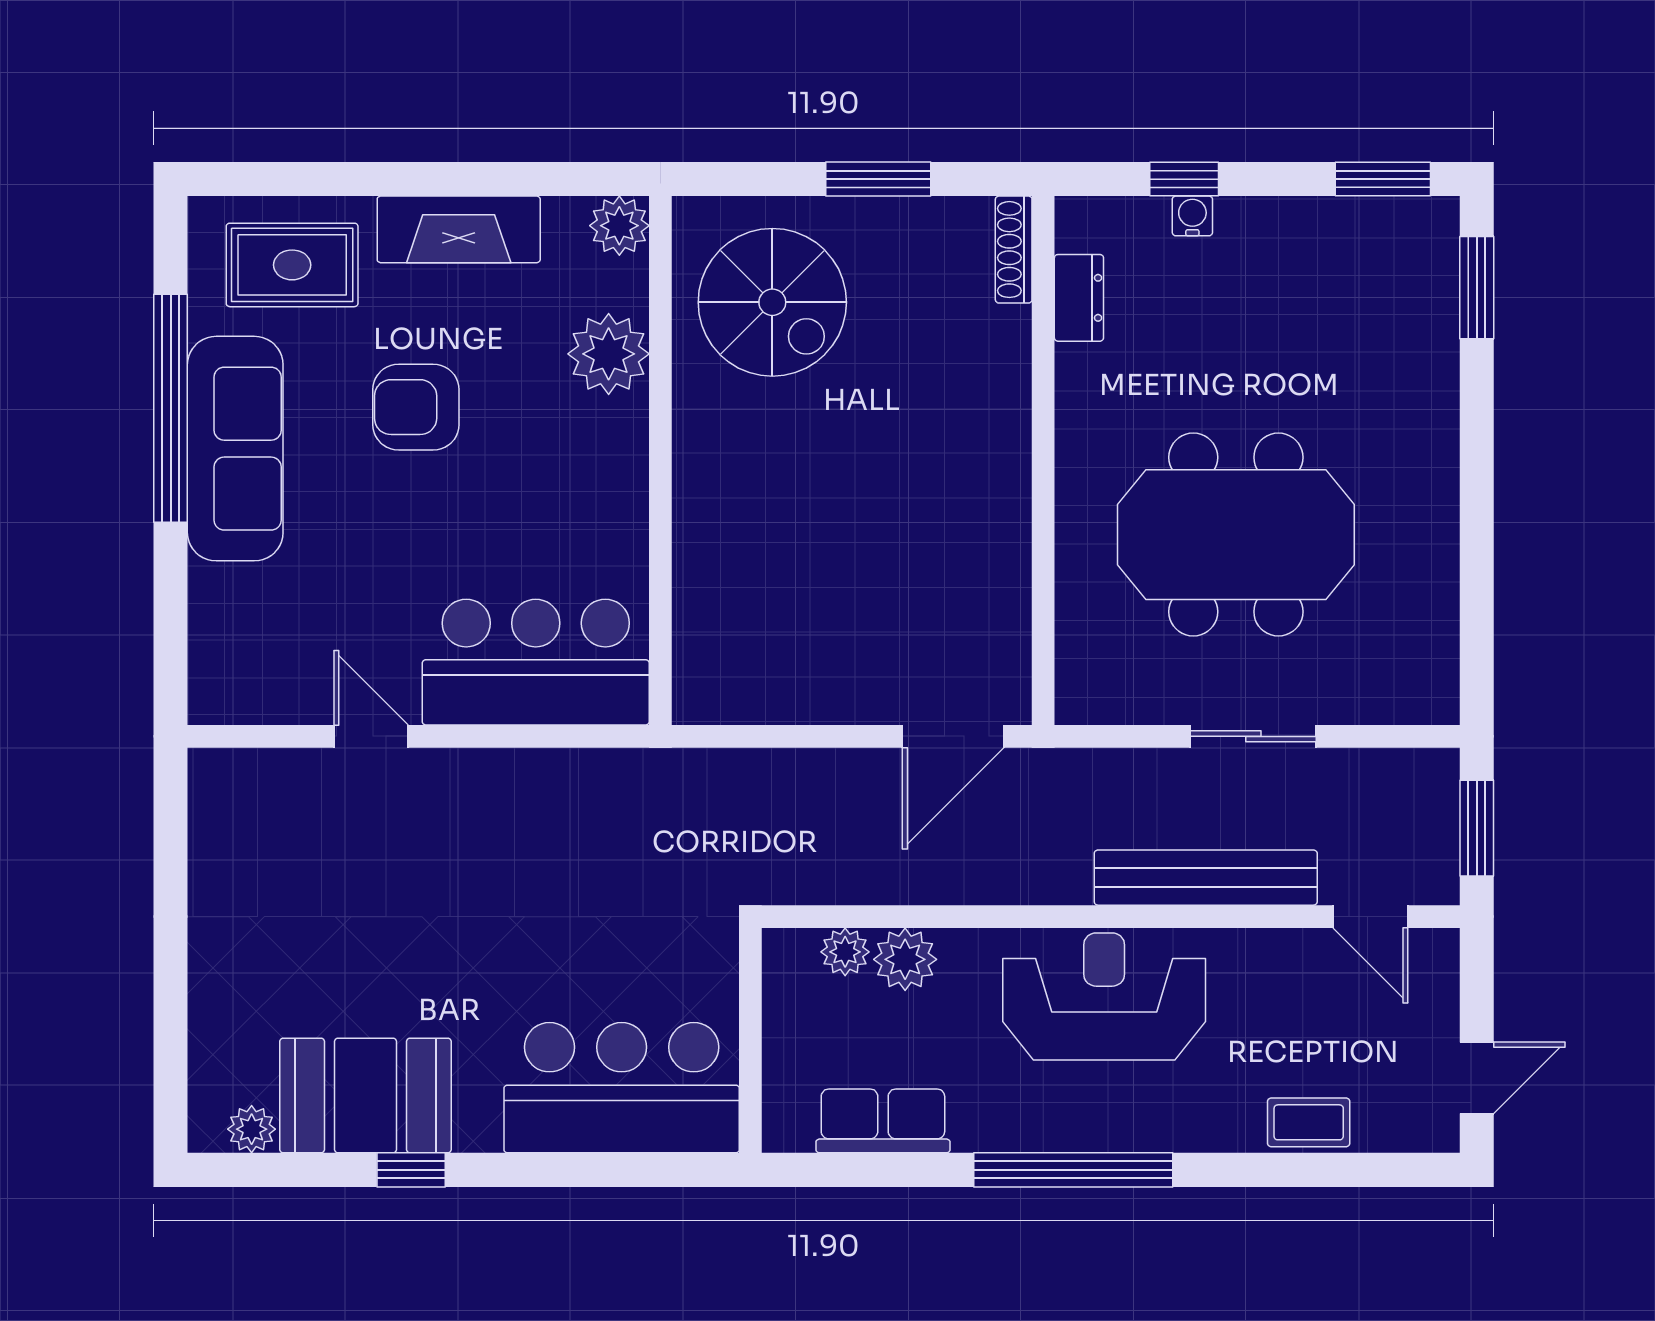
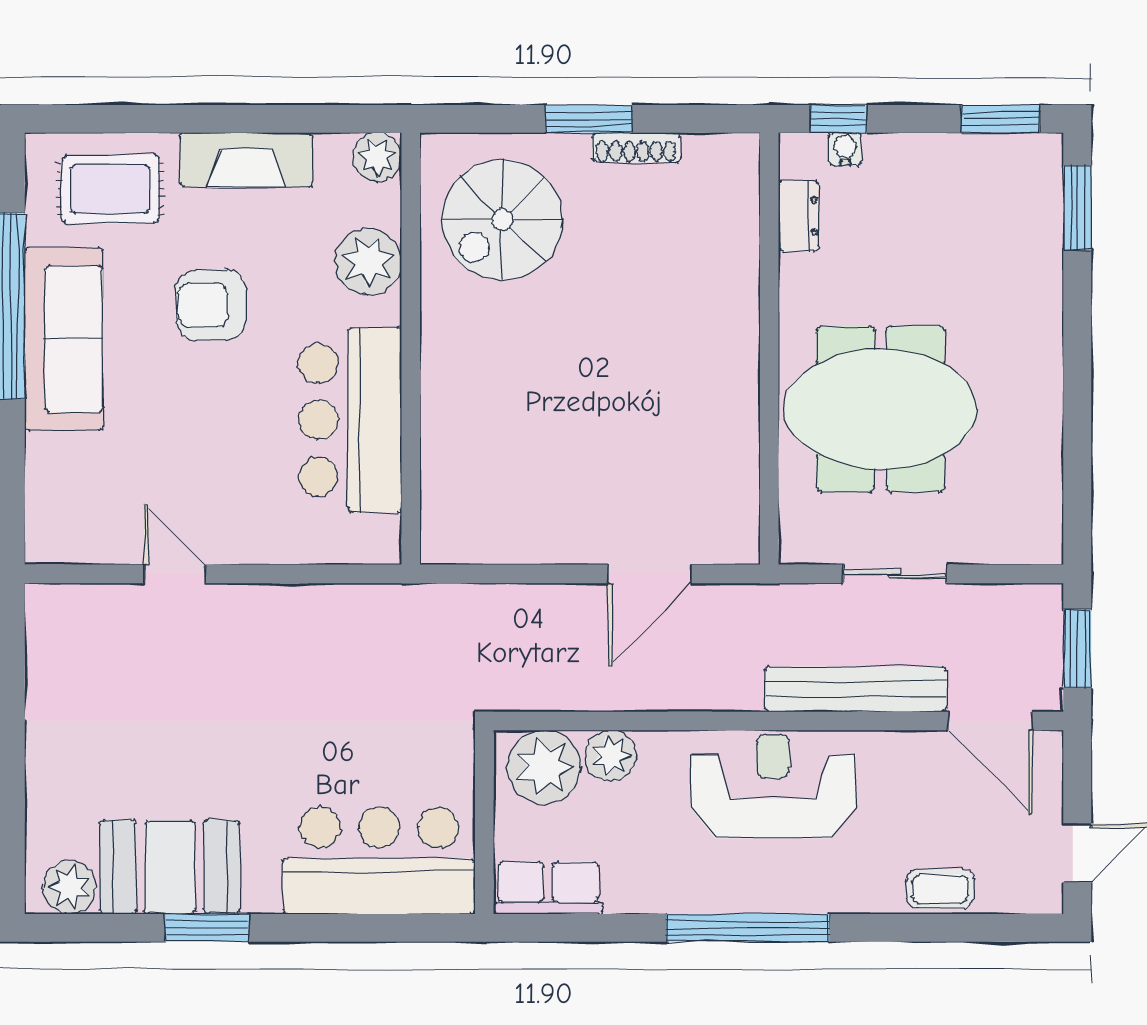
shoe rack: (1014, 250) -> (636, 147), moved, turned -90
dresser: (1079, 298) -> (798, 216), moved
spiral stairs: (772, 302) -> (502, 219), turned 90
wall: (1043, 461) -> (769, 349), moved
bar counter: (536, 662) -> (350, 420), moved, turned -90
door: (1370, 917) -> (990, 721), width x1.38
plant: (845, 952) -> (544, 767), width x1.87, depth x1.87
row of seats: (883, 1121) -> (548, 888), moved
plant: (252, 1129) -> (70, 887), width x1.38, depth x1.38
window: (411, 1170) -> (207, 928), width x1.50

